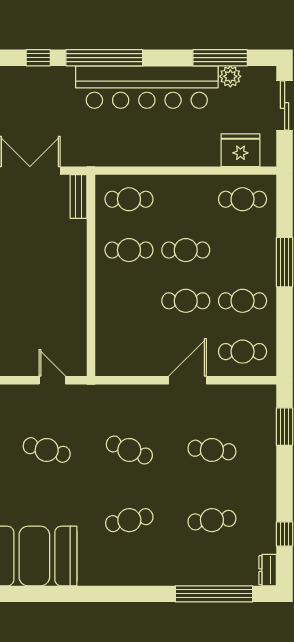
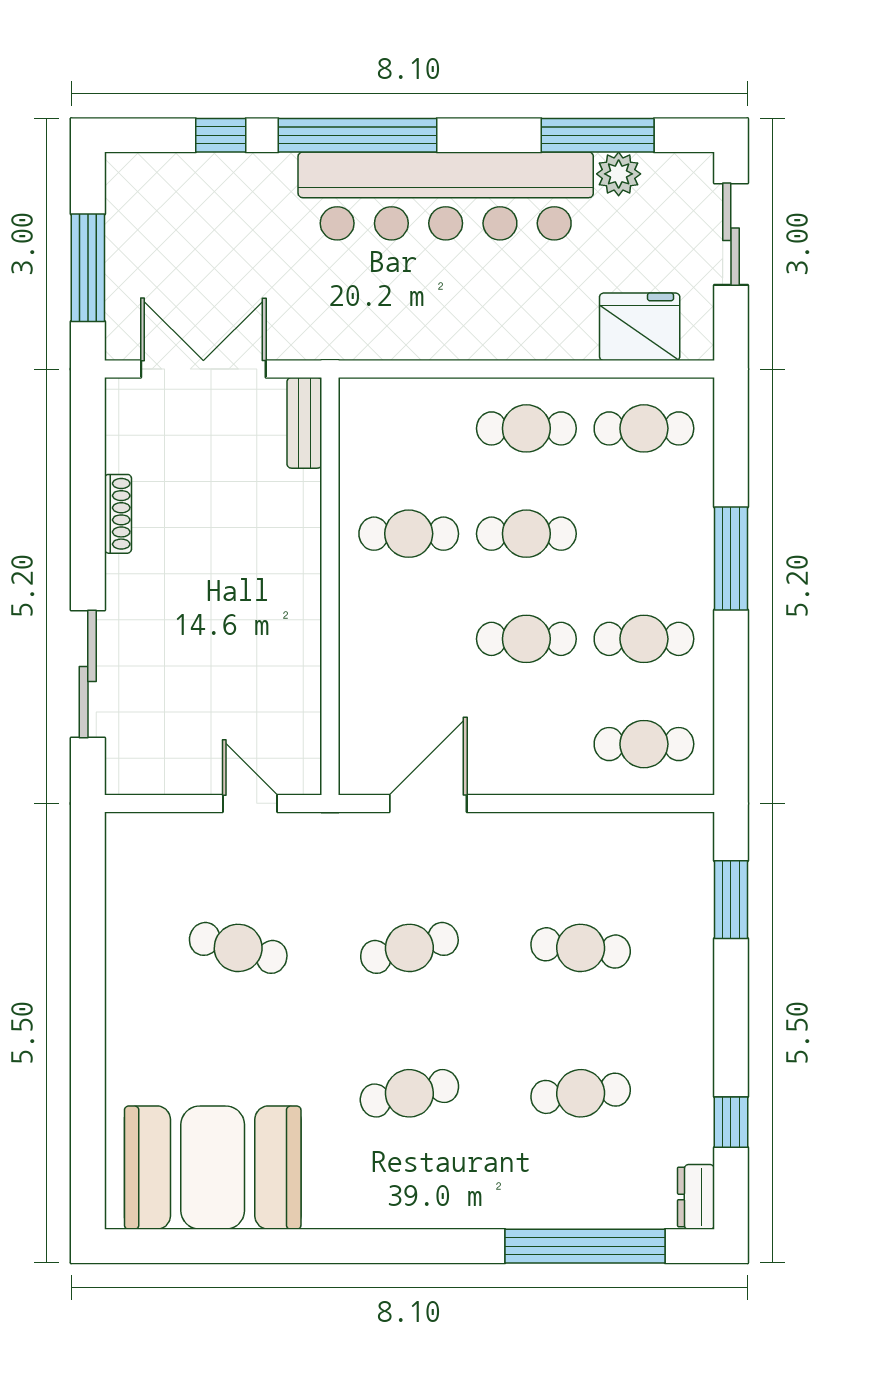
cafe table: (129, 199) -> (526, 428), moved
door: (188, 380) -> (428, 803), moved
cafe table: (129, 450) -> (409, 948), turned -36

